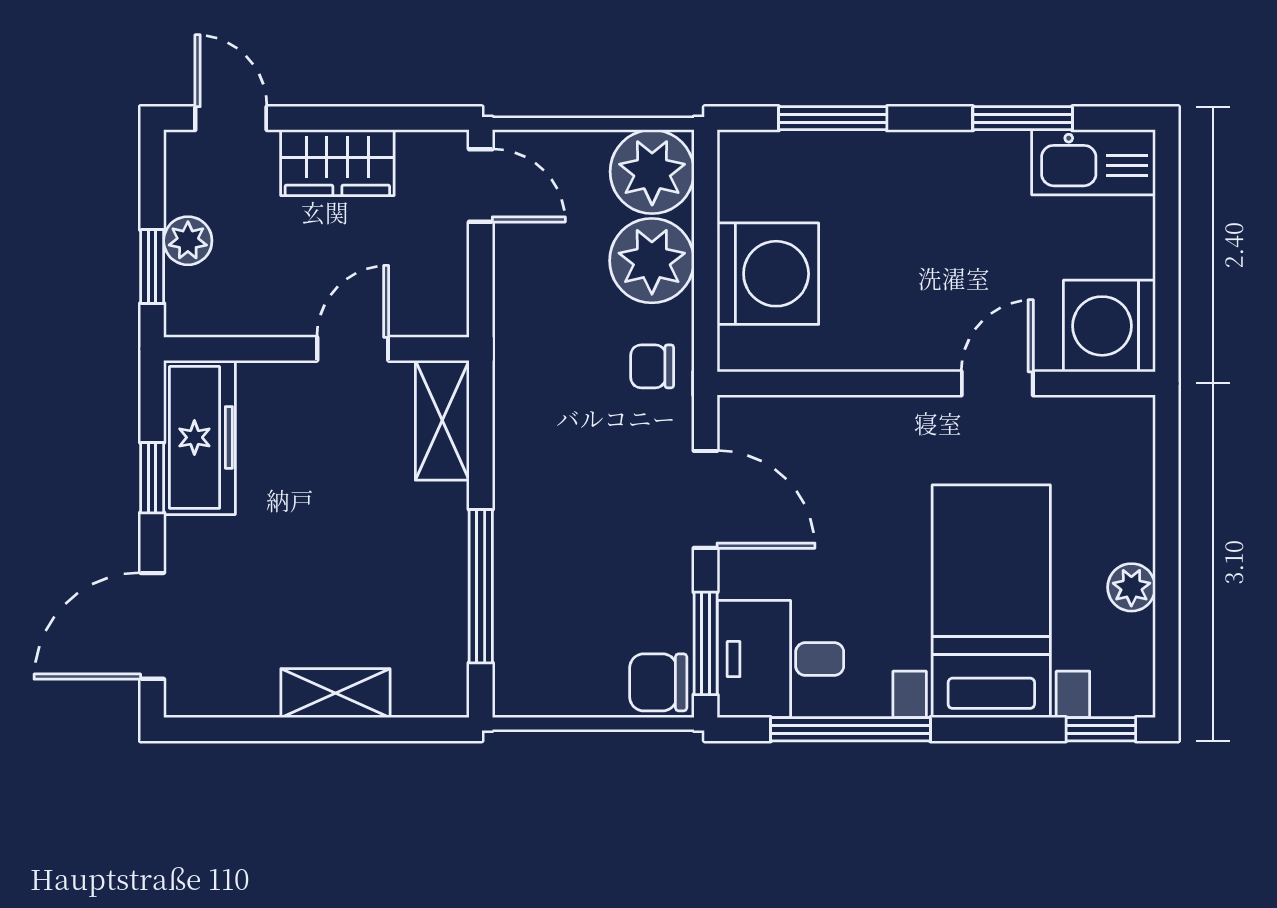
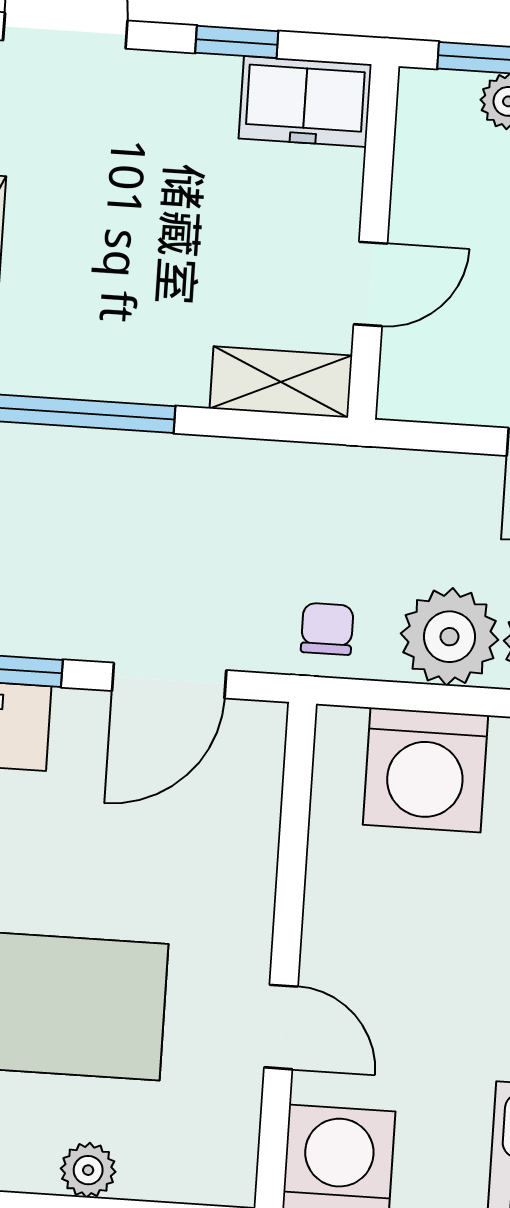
door: (353, 349) -> (370, 284), hinge flipped
freezer: (199, 437) -> (305, 101), width x0.71
plant: (1131, 587) -> (88, 1170), moved

